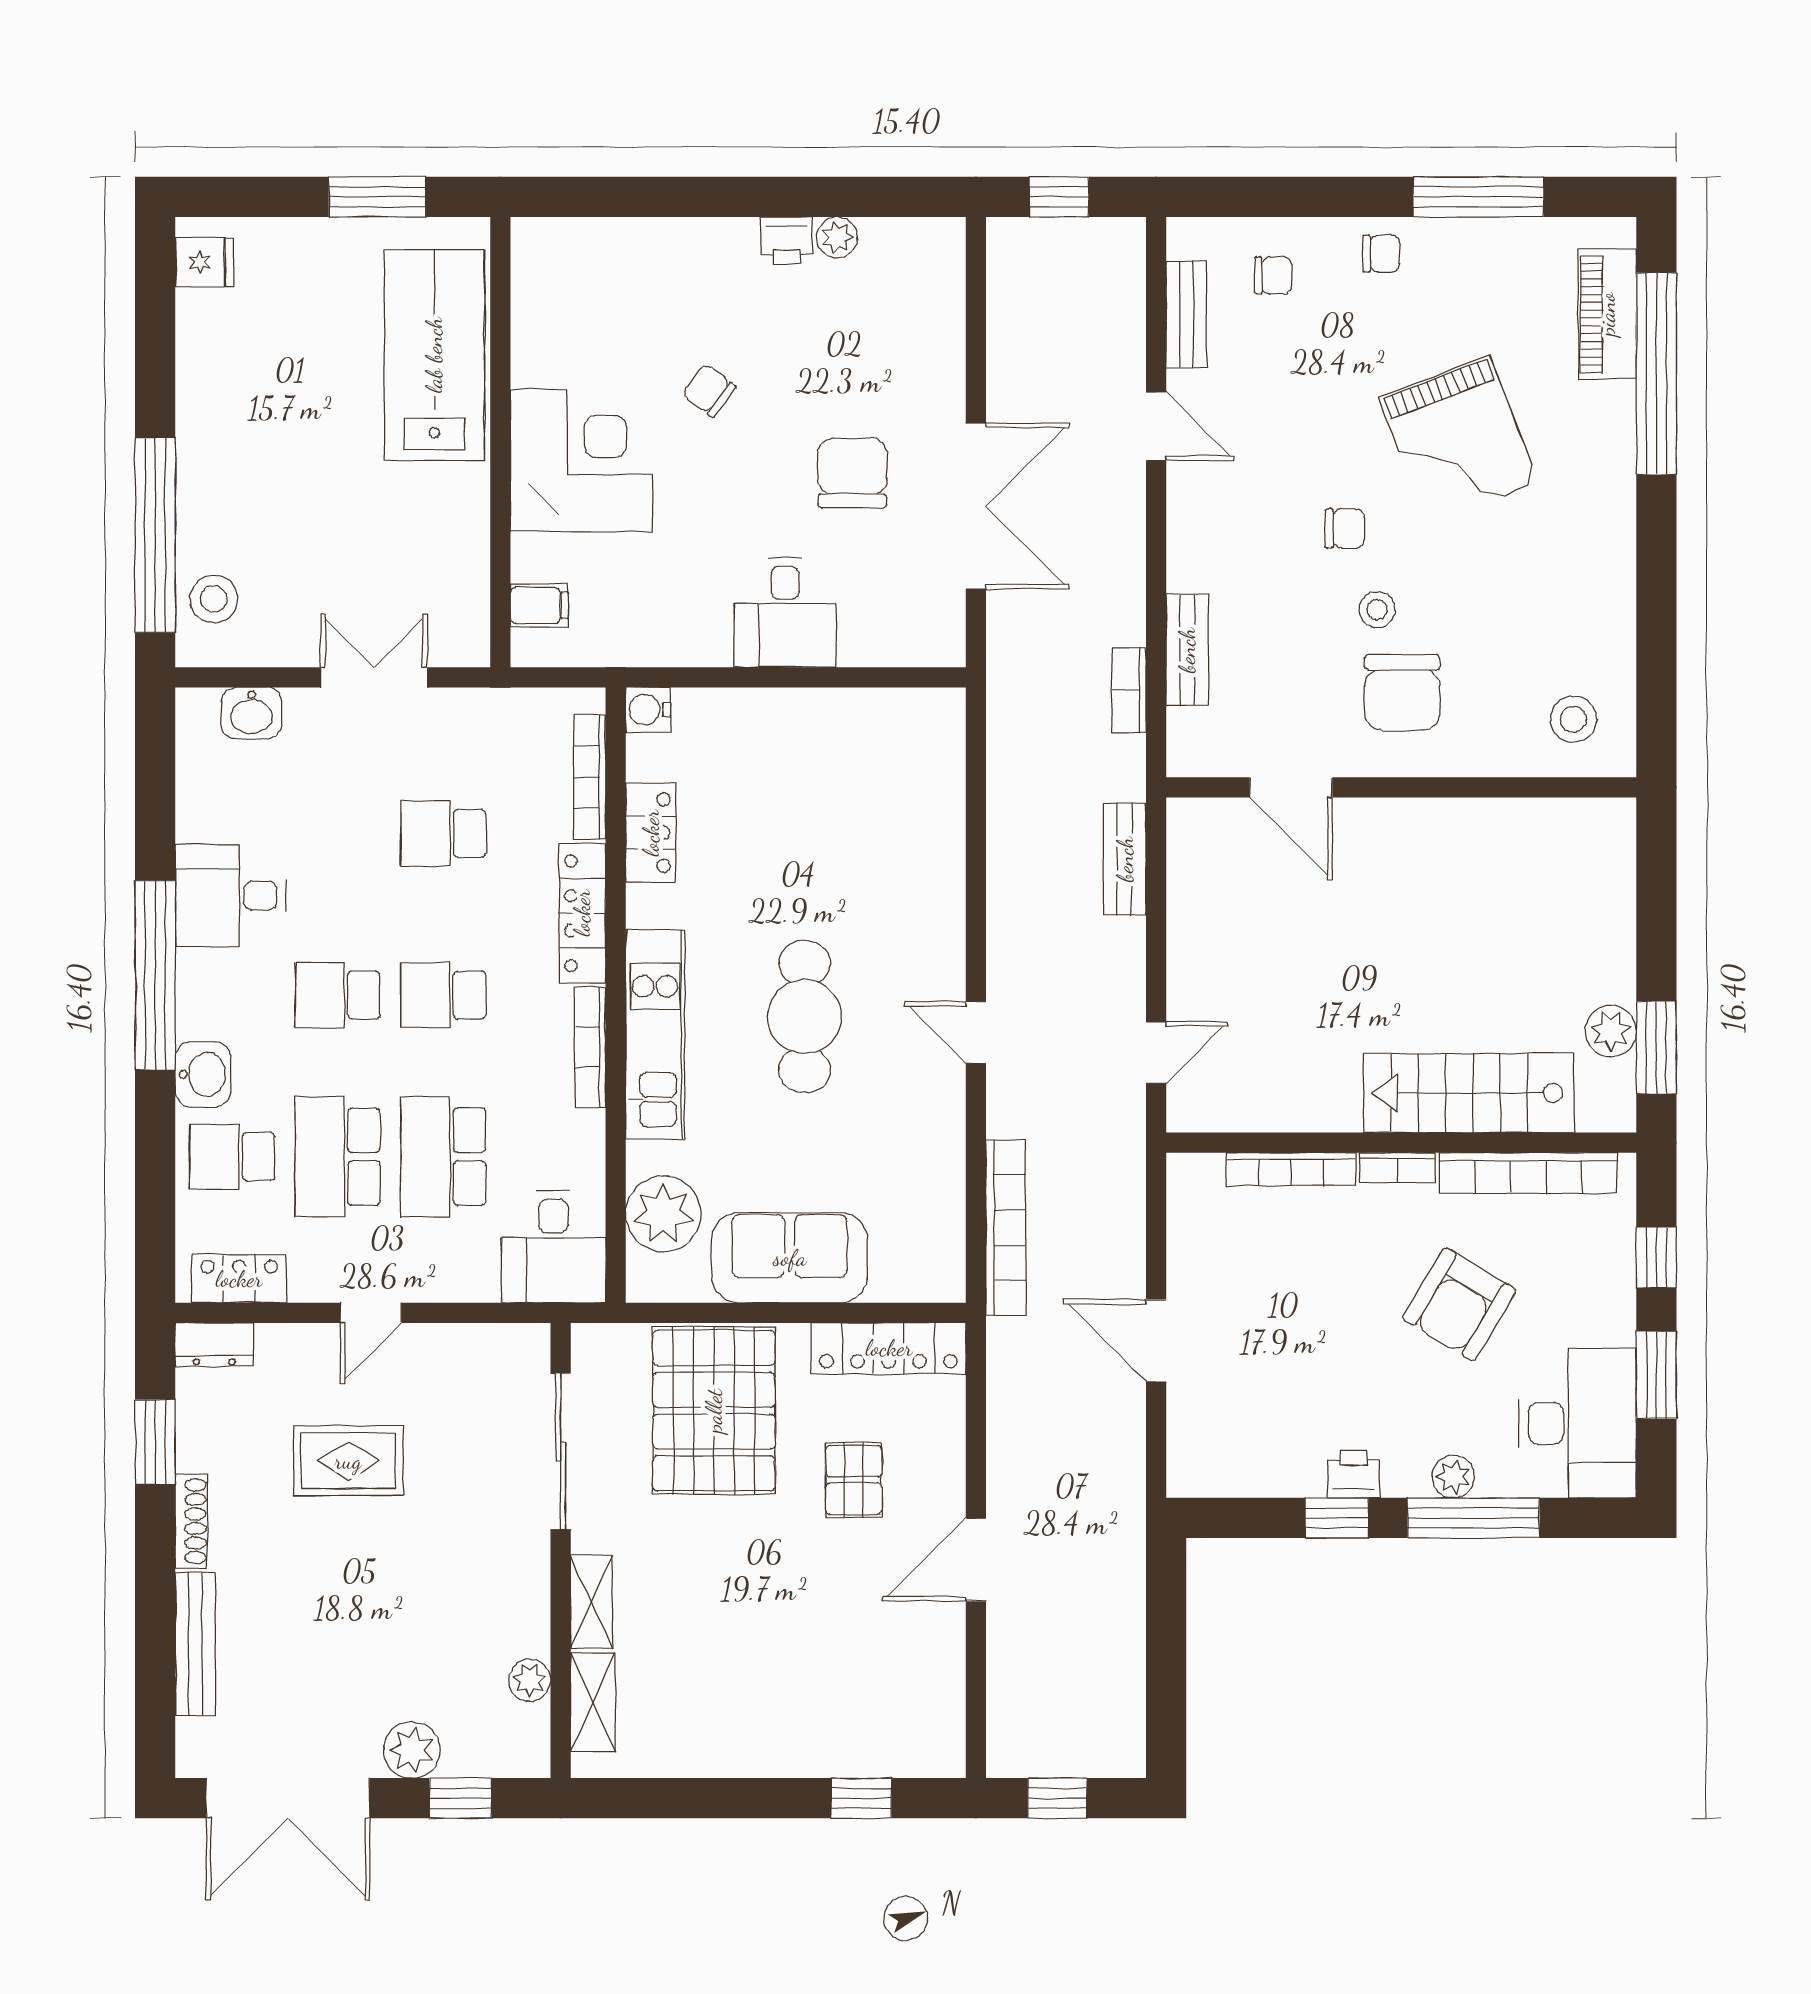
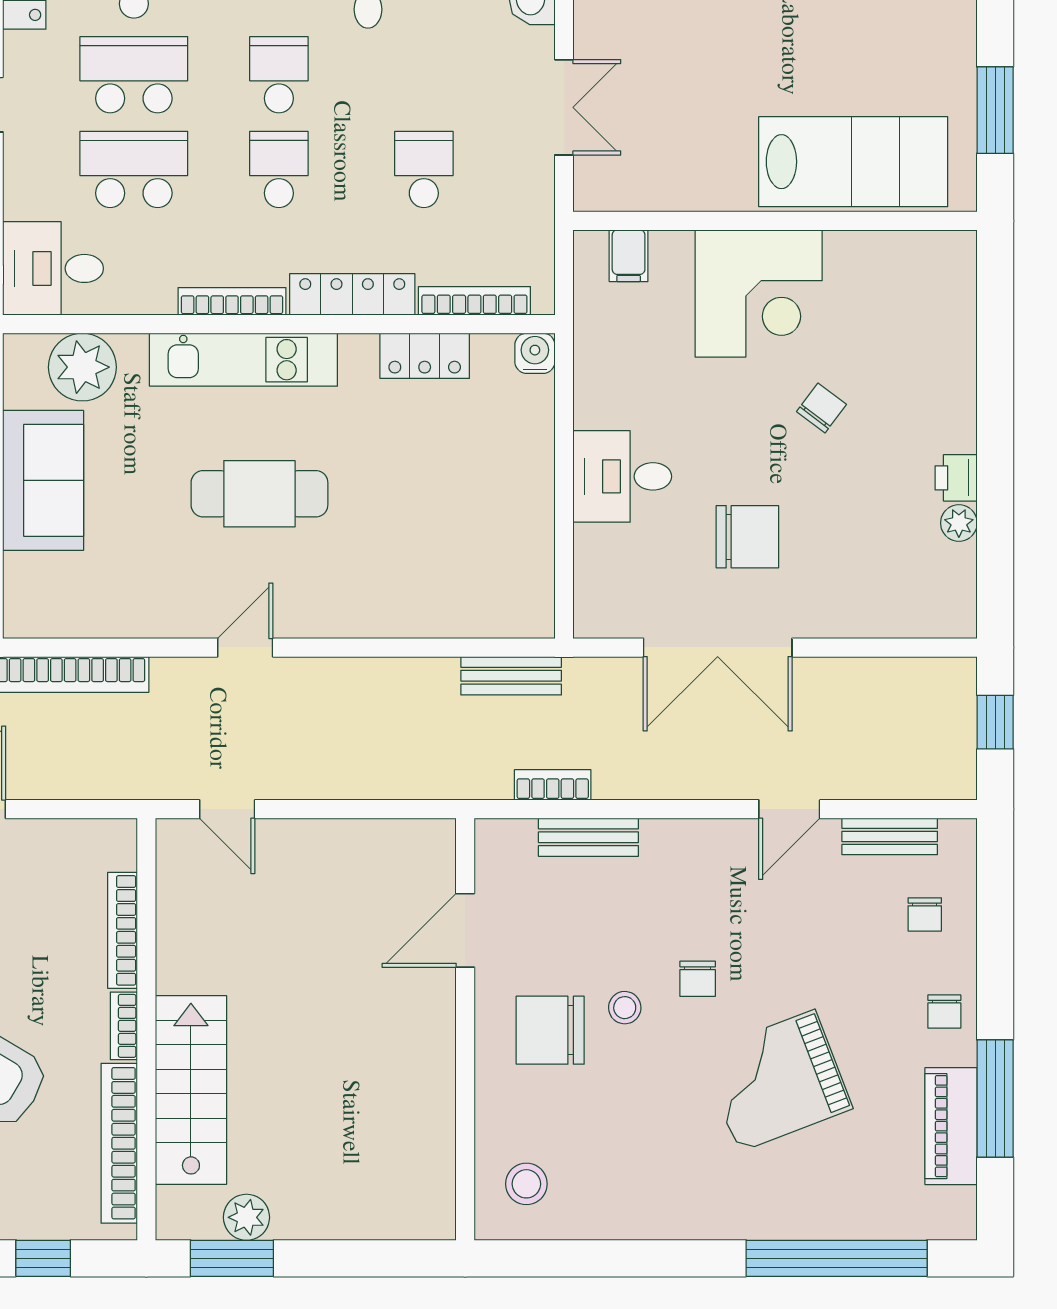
piano: (1607, 314) -> (951, 1126), moved, turned -90
bench: (1125, 859) -> (511, 676), moved

